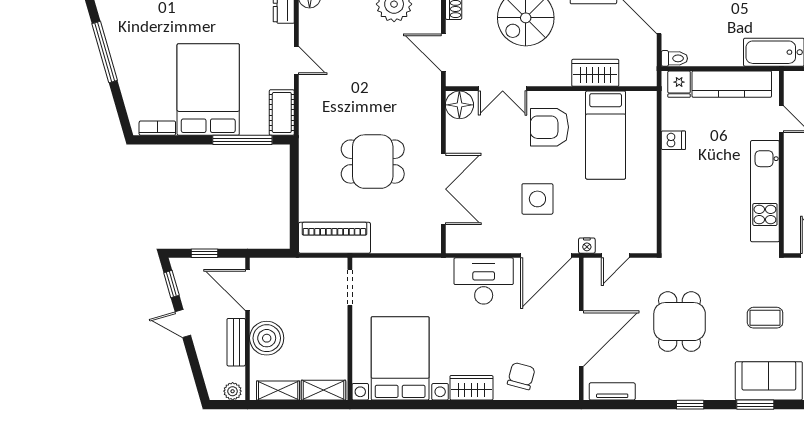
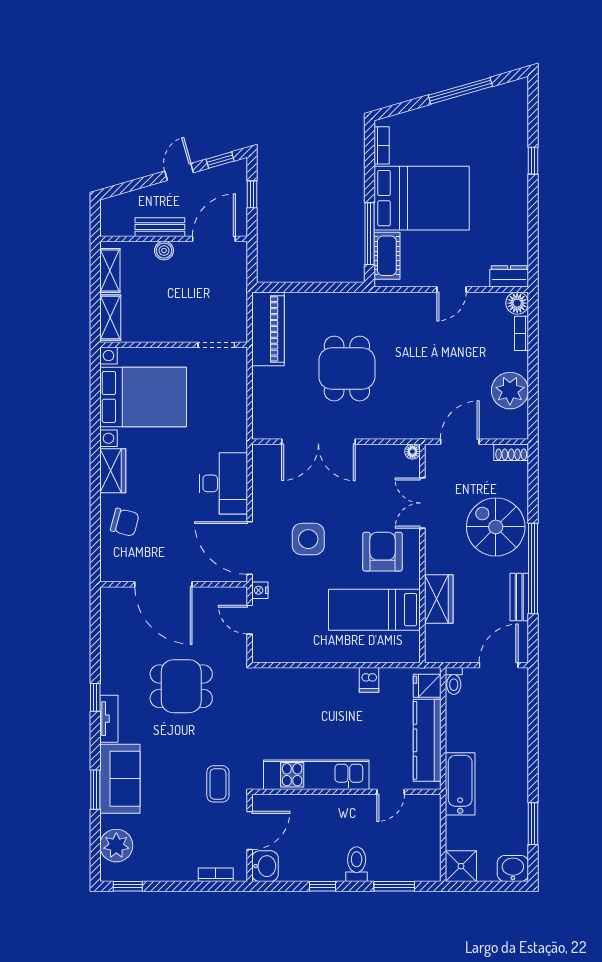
floor lamp: (459, 105) -> (412, 452), width x0.53, depth x0.53
cot: (282, 113) -> (387, 256), moved, turned 90
coffee table: (765, 318) -> (218, 784), moved
boiler: (267, 338) -> (164, 251), width x0.54, depth x0.54
plant: (233, 391) -> (109, 223), removed
tv unit: (612, 391) -> (109, 719), moved
window: (755, 405) -> (95, 790), moved

